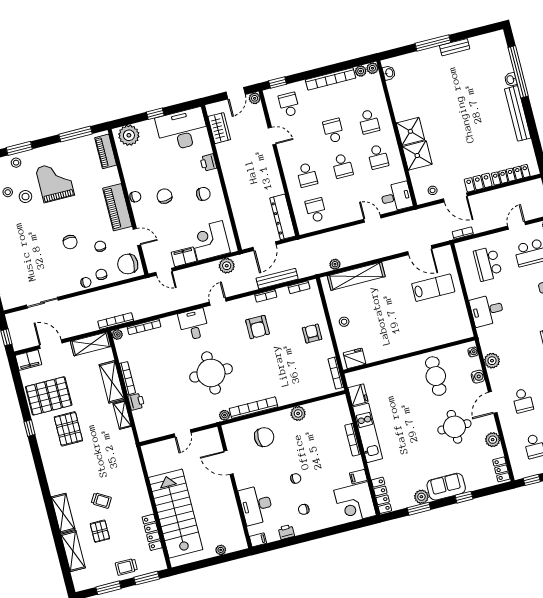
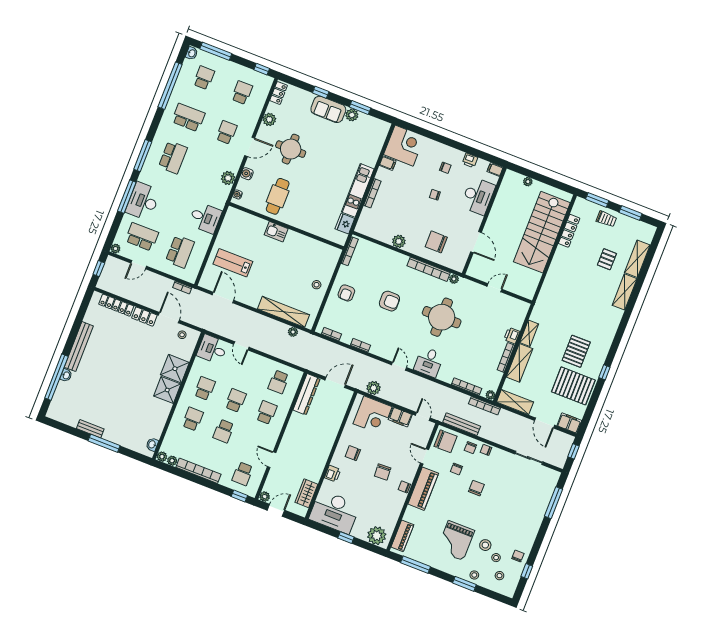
bench: (277, 279) -> (462, 424), moved
door: (218, 302) -> (399, 366), swing flipped
armchair: (258, 327) -> (389, 301), moved, turned 90
kitchen sink: (414, 343) -> (276, 232), added
fridge: (355, 358) -> (328, 252), removed
locker: (381, 495) -> (381, 137), removed
trolley: (101, 500) -> (590, 281), removed

